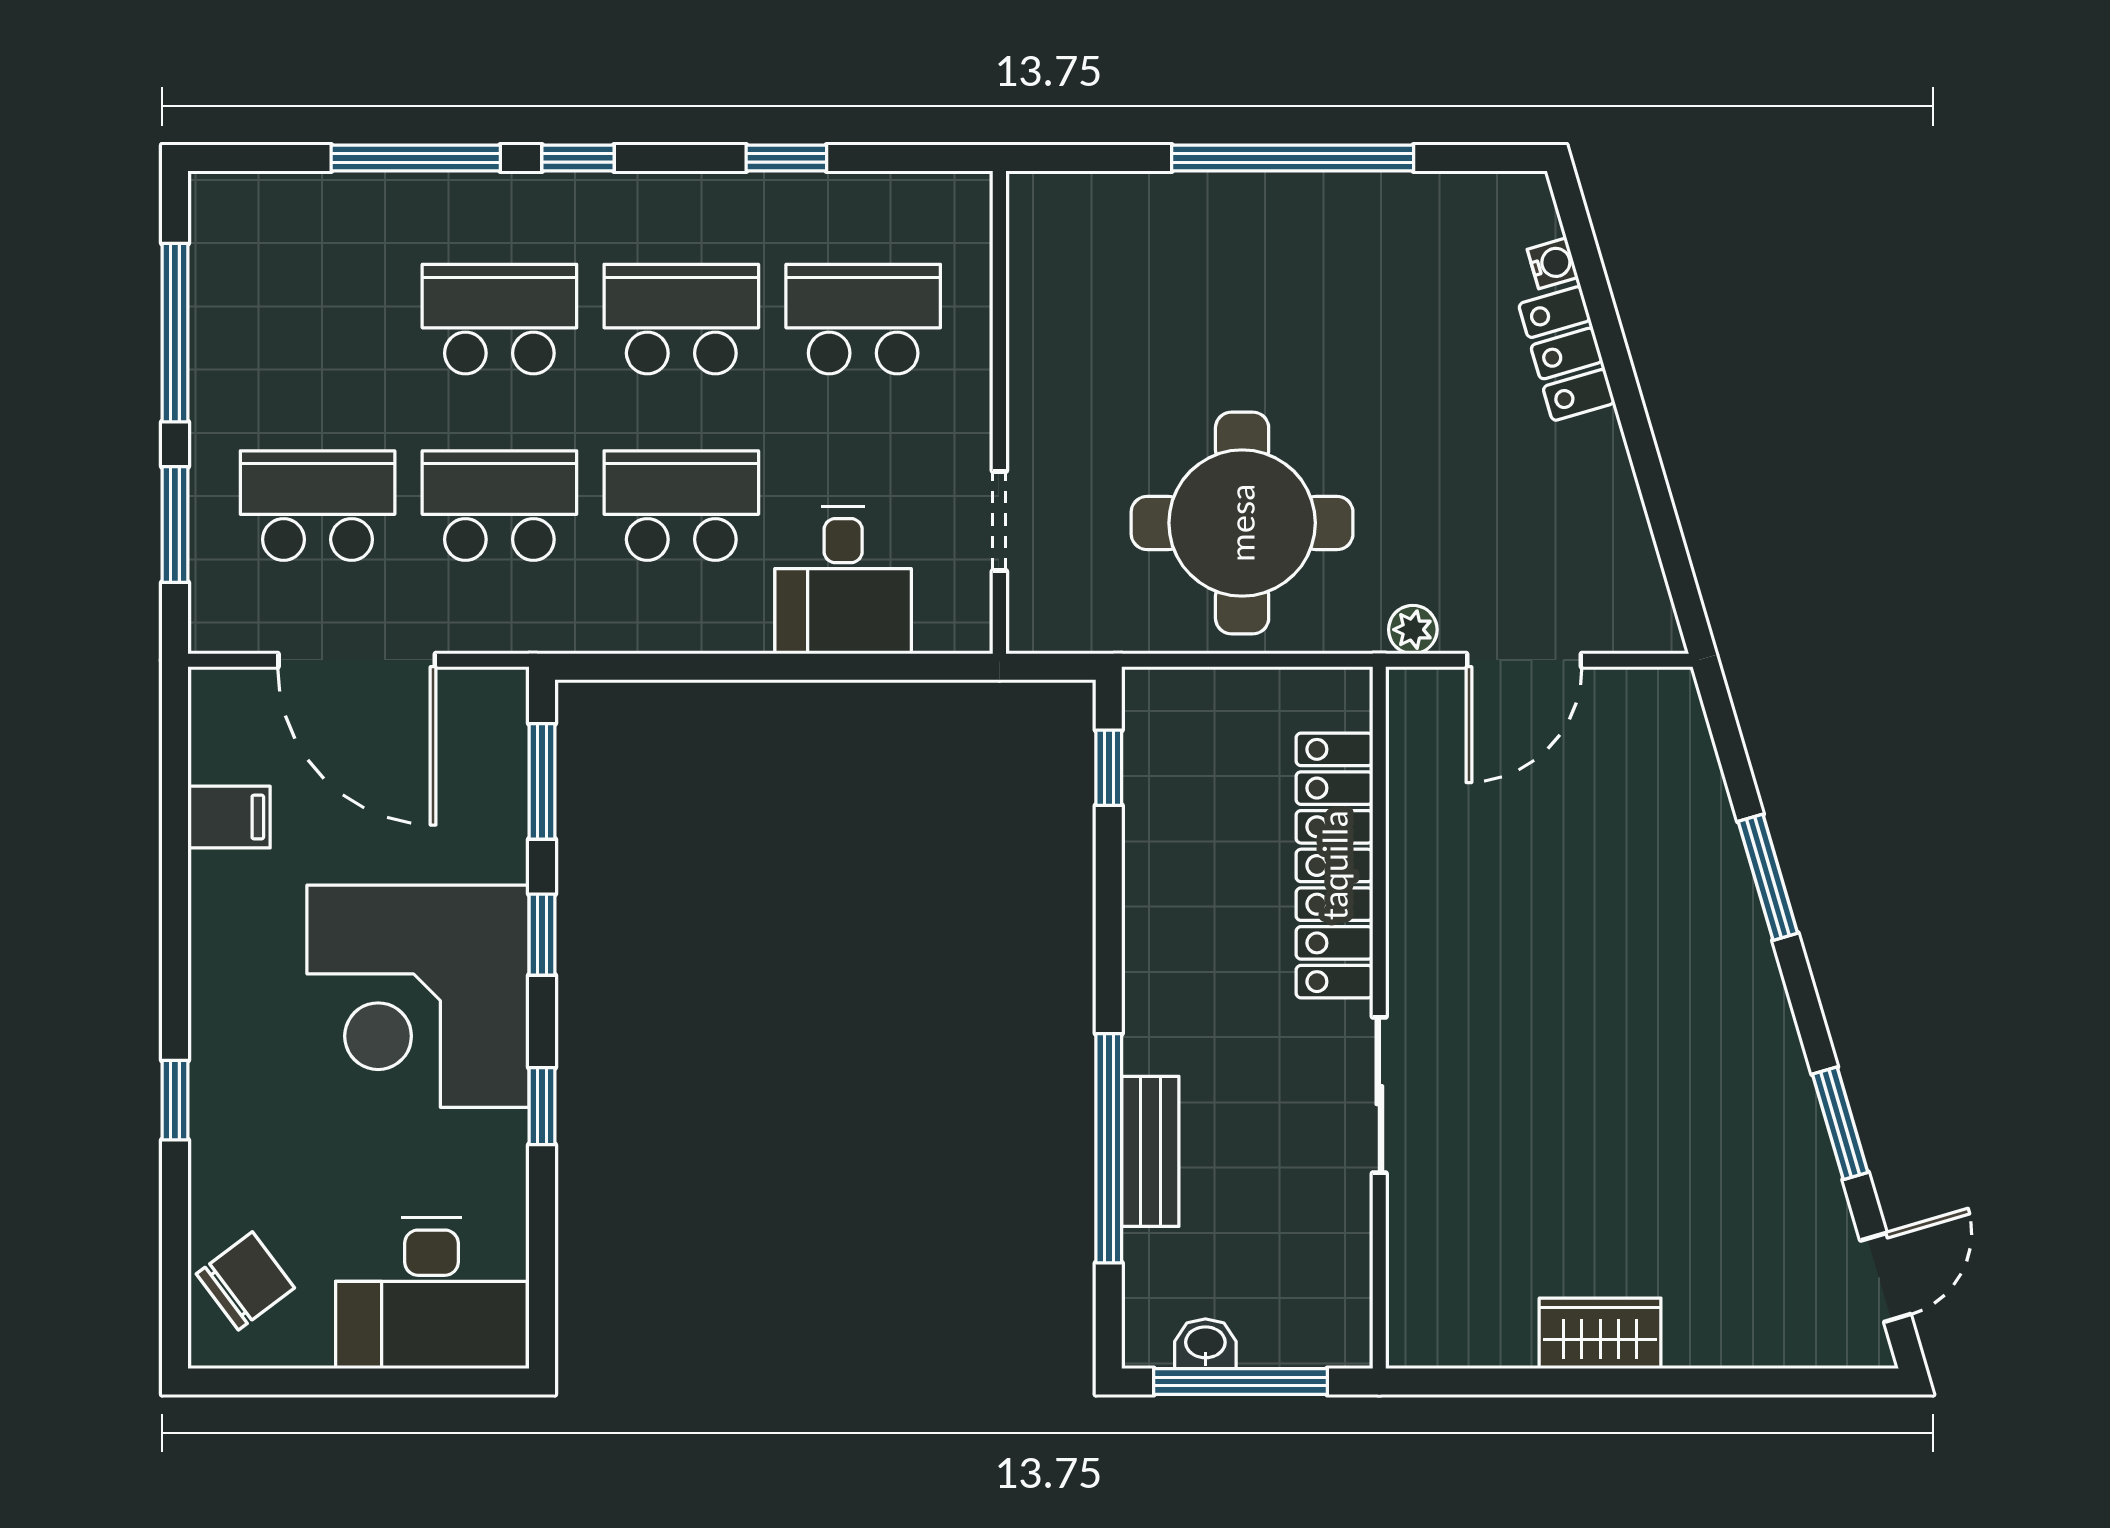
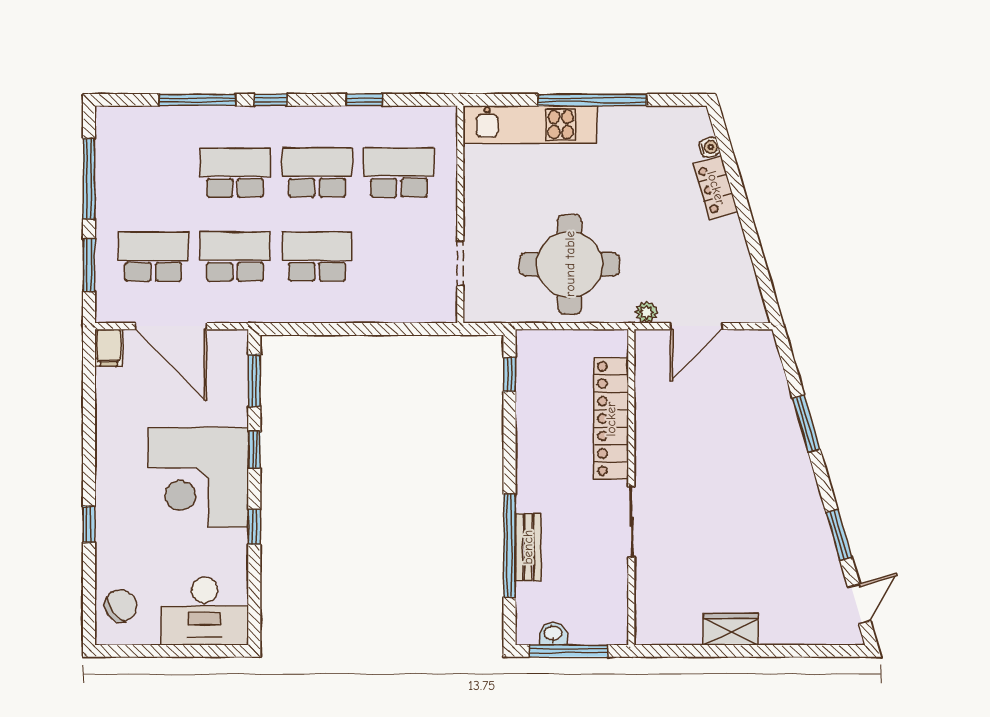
kitchen unit: (1154, 213) -> (530, 125), added
desk: (843, 580) -> (390, 290), removed
filing cabinet: (229, 817) -> (109, 348), moved, turned 90

